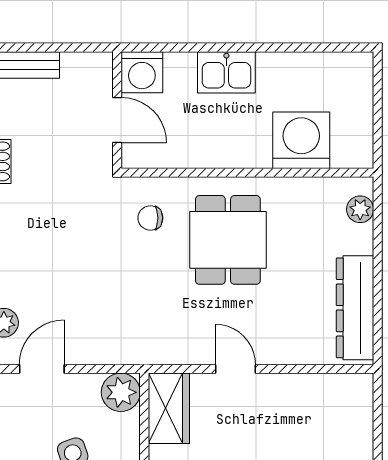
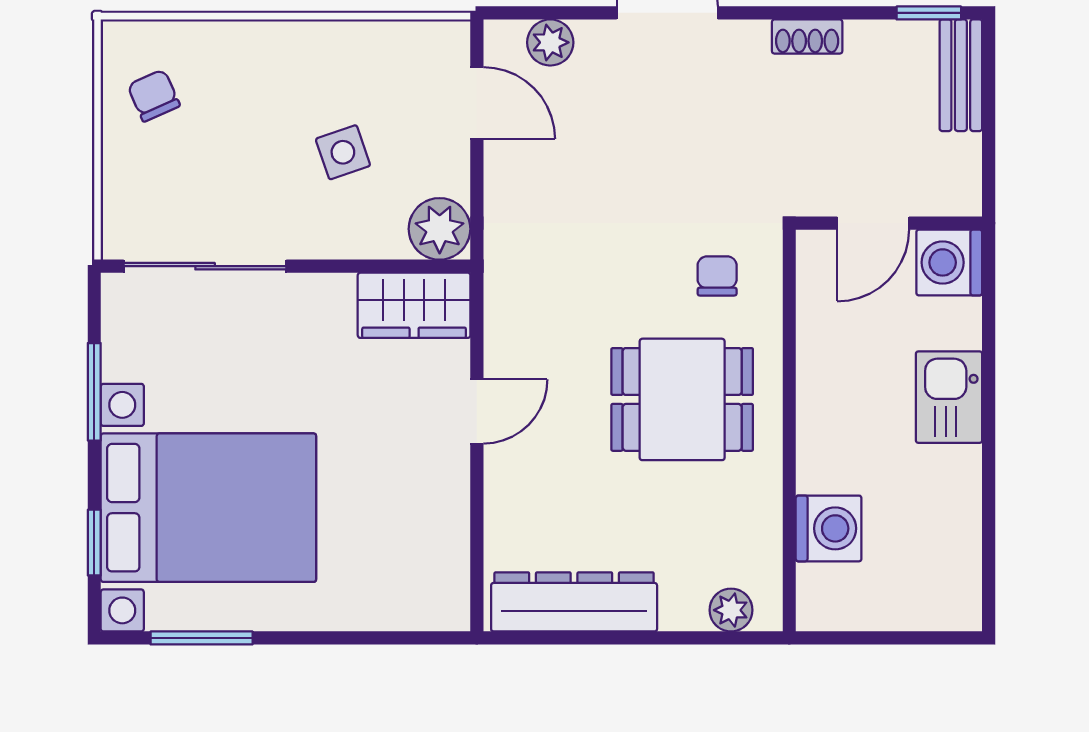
washing machine: (301, 140) -> (829, 528), width x0.73, depth x0.73

